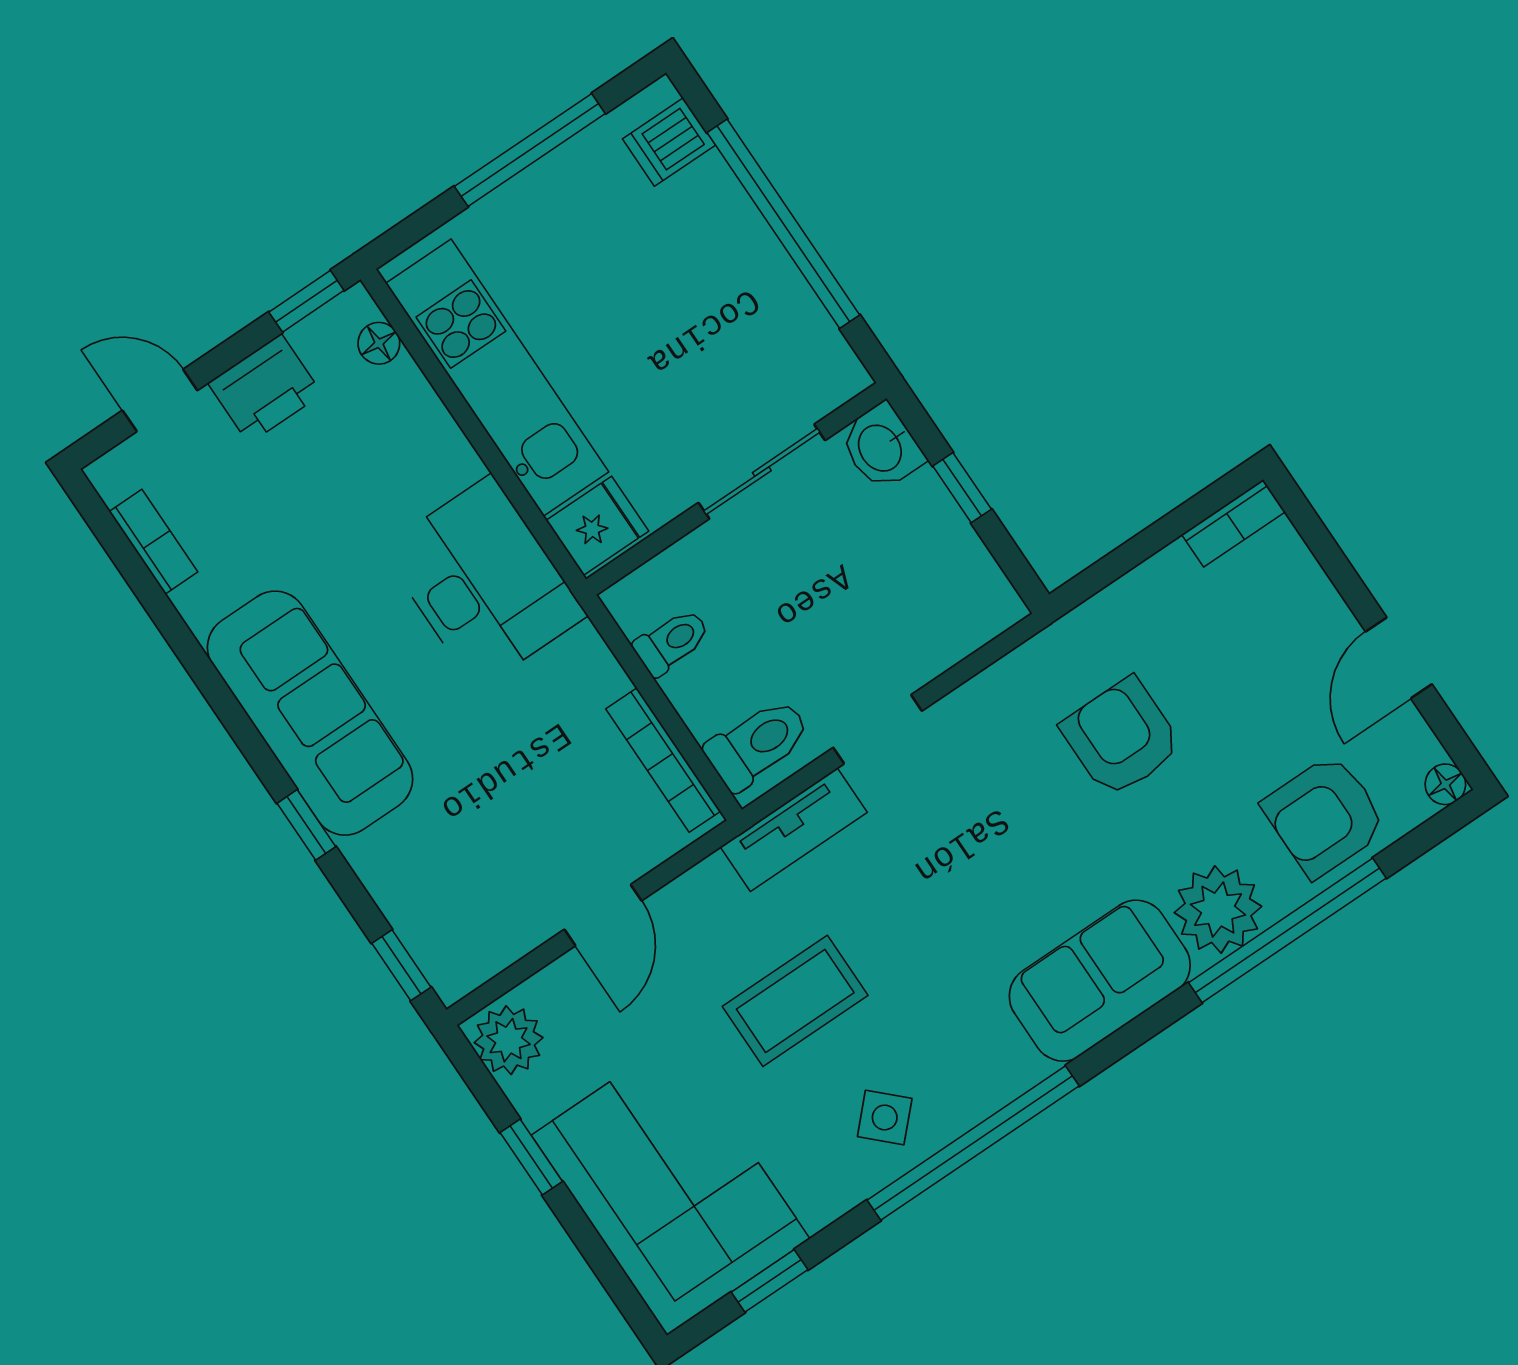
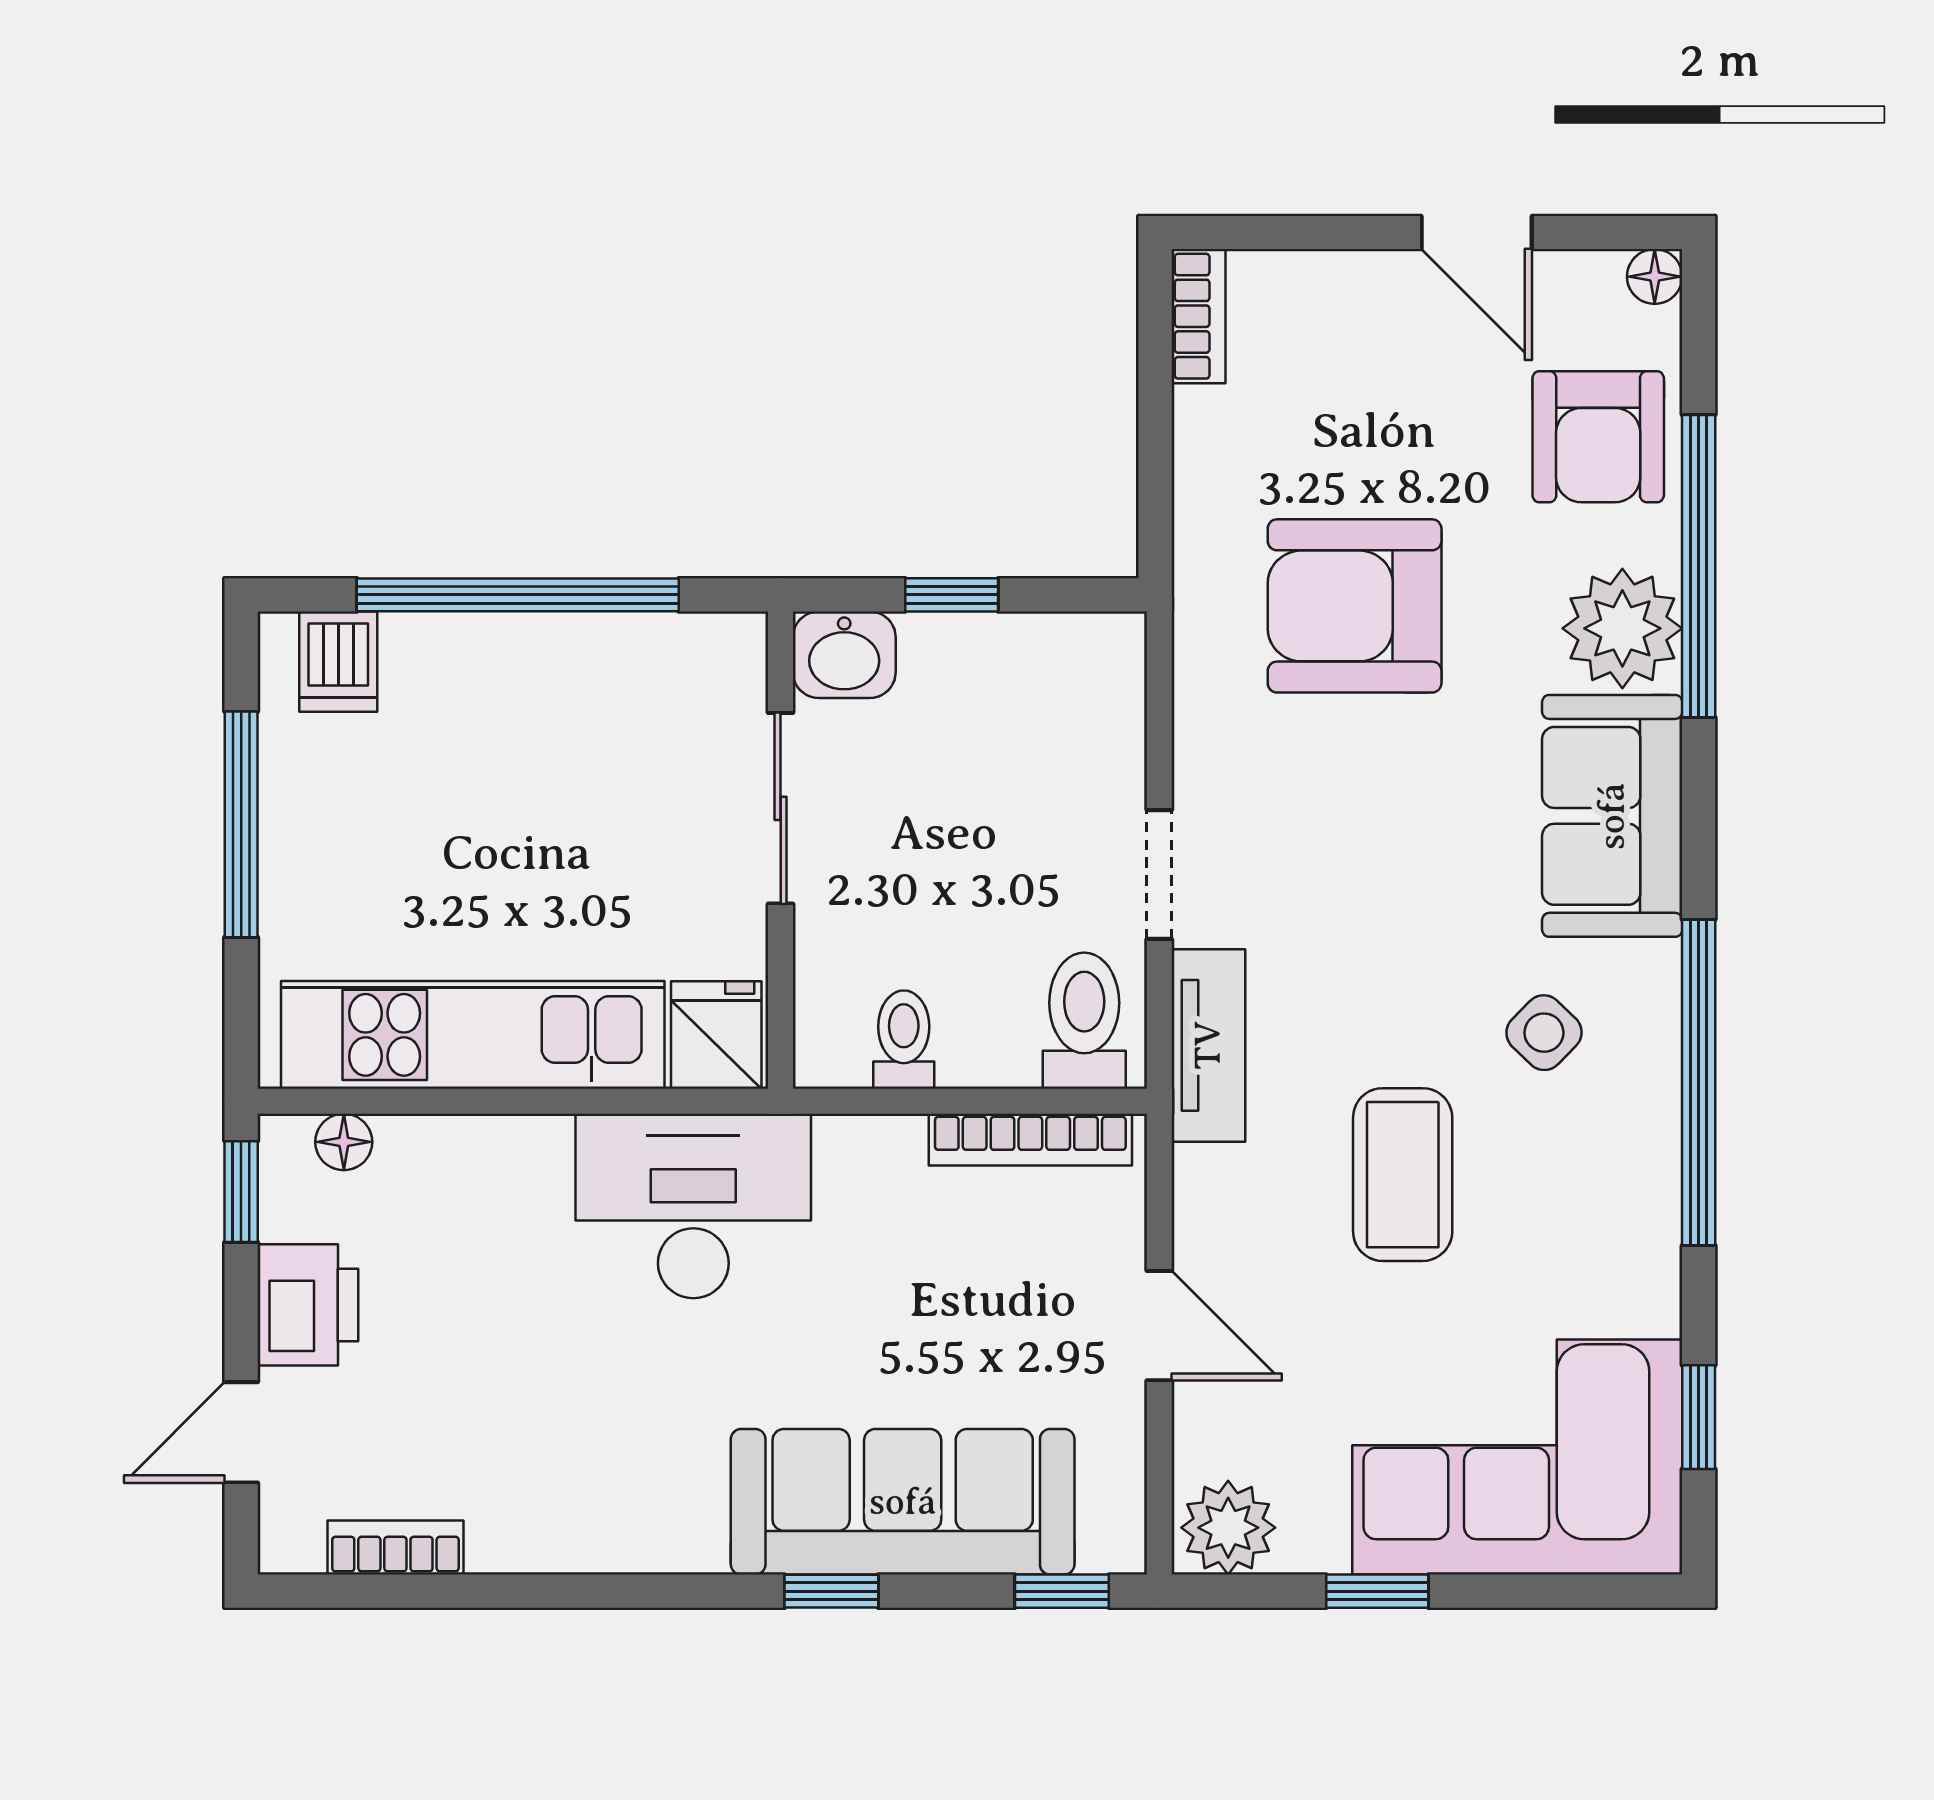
sofa: (310, 713) -> (903, 1502), moved
armchair: (1121, 737) -> (1355, 606), width x1.36, depth x1.36
side table: (885, 1117) -> (1544, 1033), moved

